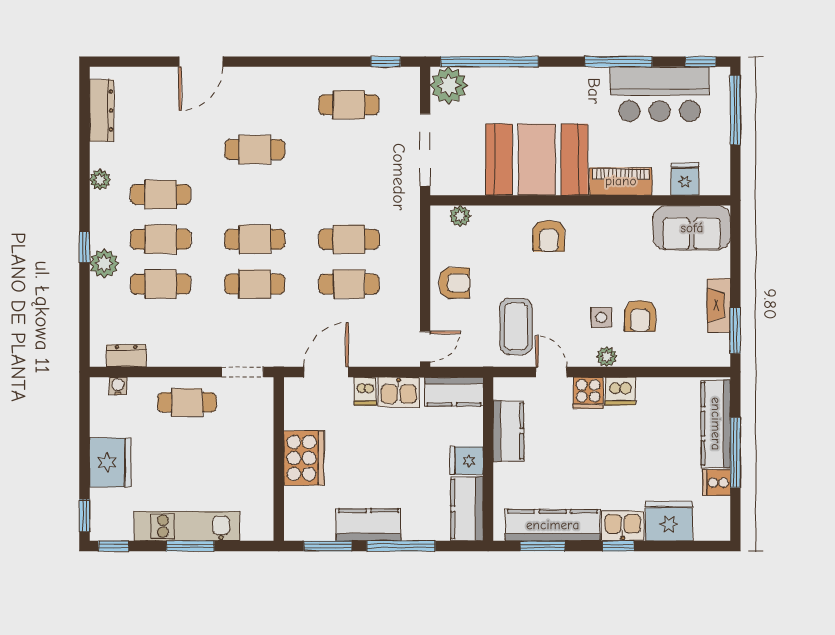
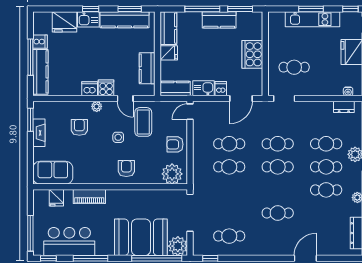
booth: (537, 160) -> (141, 237), moved
plant: (460, 216) -> (172, 174), width x1.88, depth x1.88
side table: (601, 317) -> (118, 137), moved
cafe table: (187, 402) -> (294, 67), moved

